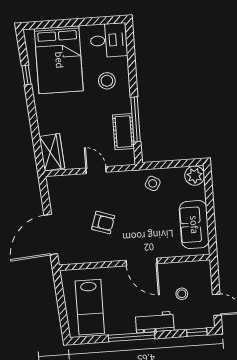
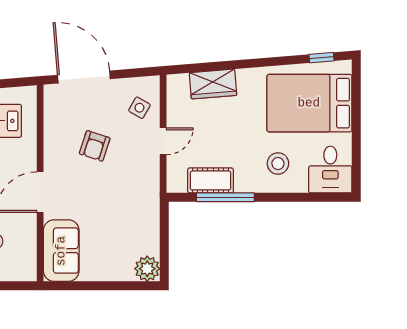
window: (26, 75) -> (321, 58), moved
wardrobe: (52, 152) -> (213, 84), moved
side table: (153, 183) -> (139, 108), moved
sofa: (194, 225) -> (61, 251), moved, turned 90

